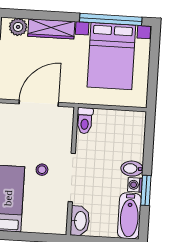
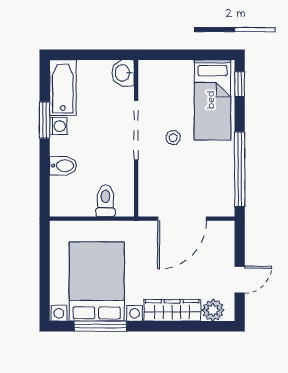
window: (111, 19) -> (100, 326), width x0.68
toilet: (85, 121) -> (105, 201), moved
bidet: (132, 169) -> (63, 166), moved
washbasin: (80, 221) -> (123, 73), width x0.72

